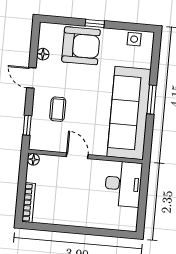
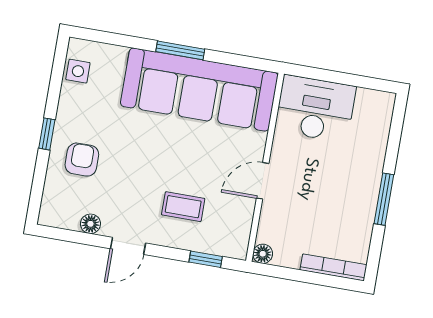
armchair: (81, 46) -> (82, 160), width x0.53, depth x0.53
window: (72, 230) -> (384, 199), added

